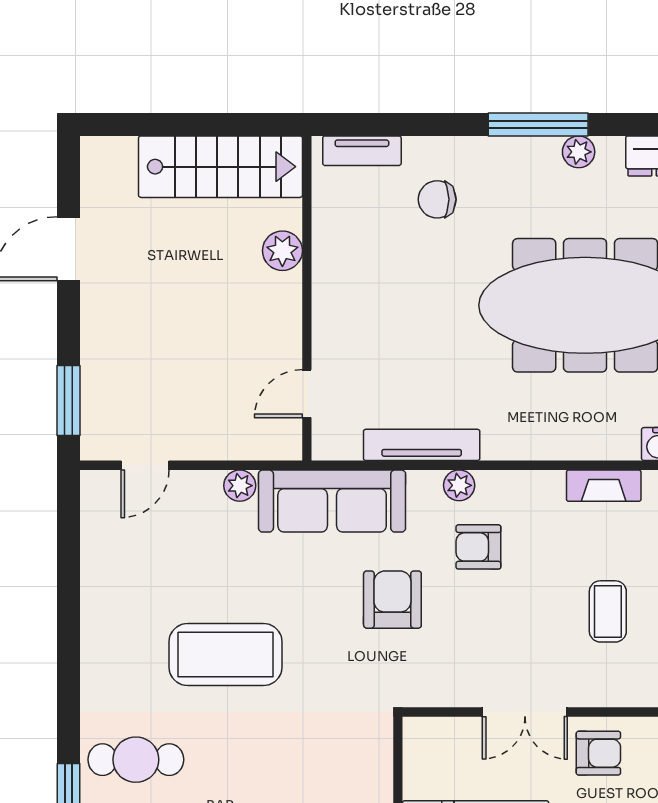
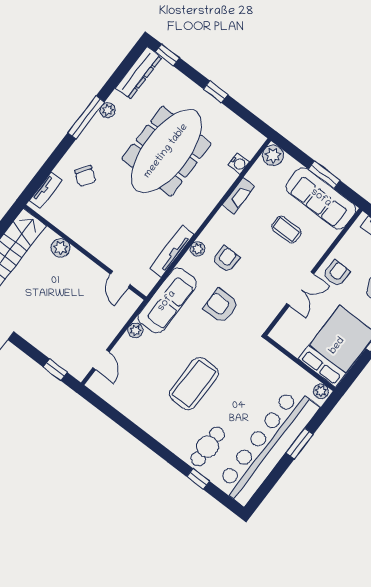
chair: (437, 199) -> (85, 176), turned -55
window: (68, 401) -> (55, 370), width x0.67
armchair: (478, 547) -> (226, 259), turned 180

